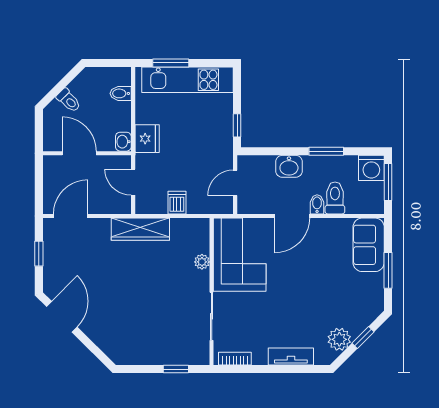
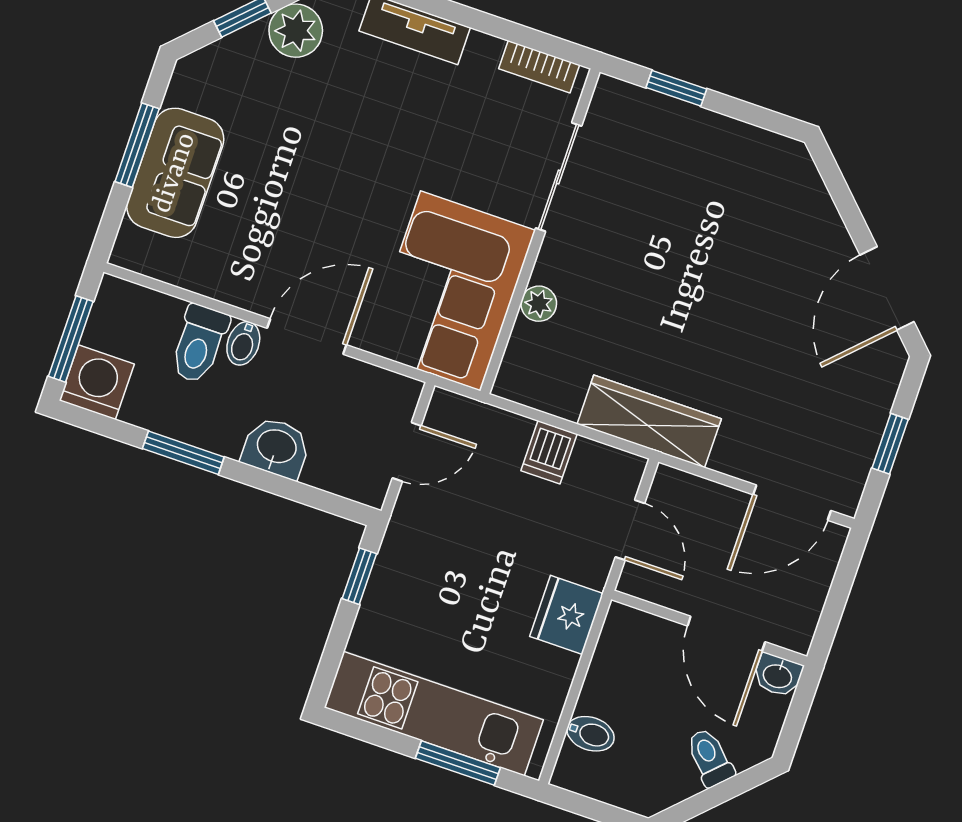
washbasin: (123, 142) -> (778, 675), moved, turned 90
sofa: (369, 245) -> (175, 173), moved

